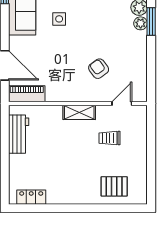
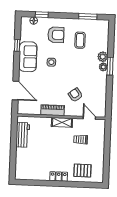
piano: (27, 94) -> (53, 110), moved
door: (122, 104) -> (89, 118), hinge flipped
locker: (31, 197) -> (59, 176), moved

